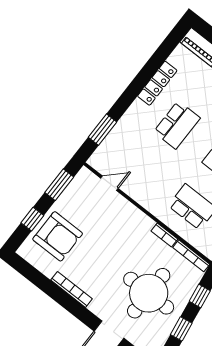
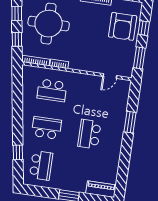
locker: (157, 83) -> (115, 152), removed
window: (103, 130) -> (130, 122), moved
armchair: (58, 236) -> (123, 26), turned -90

